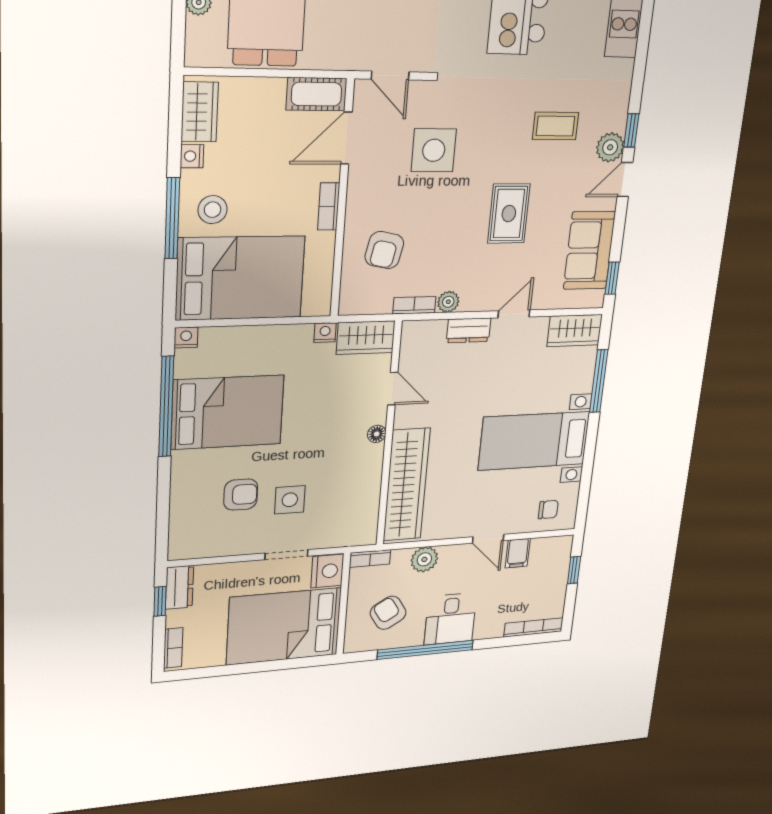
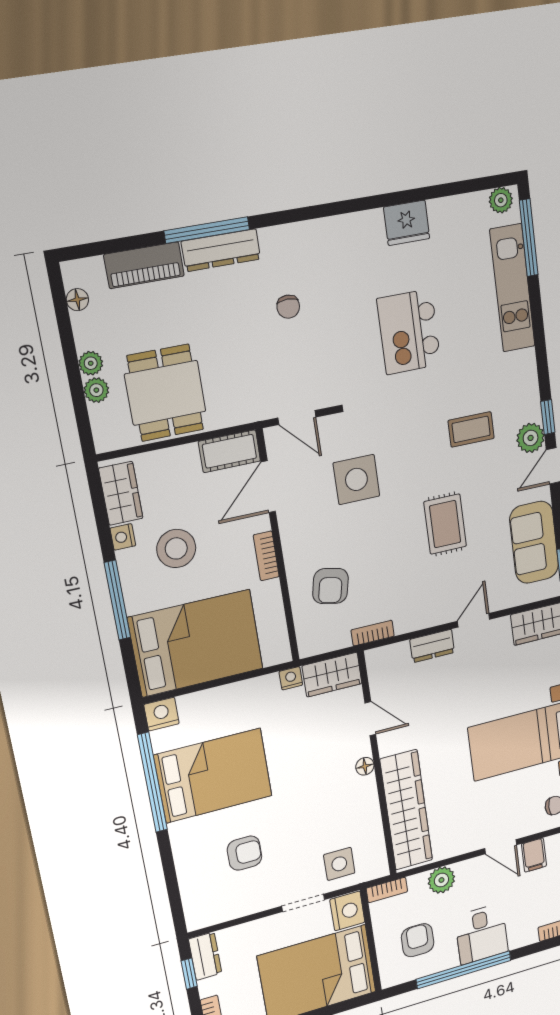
stool: (213, 210) -> (176, 548), moved, width x1.38, depth x1.38
plant: (448, 302) -> (405, 623), removed
nightstand: (186, 337) -> (161, 714), width x1.39, depth x1.35
side table: (290, 500) -> (339, 864), moved
armchair: (388, 613) -> (418, 940), turned 32

